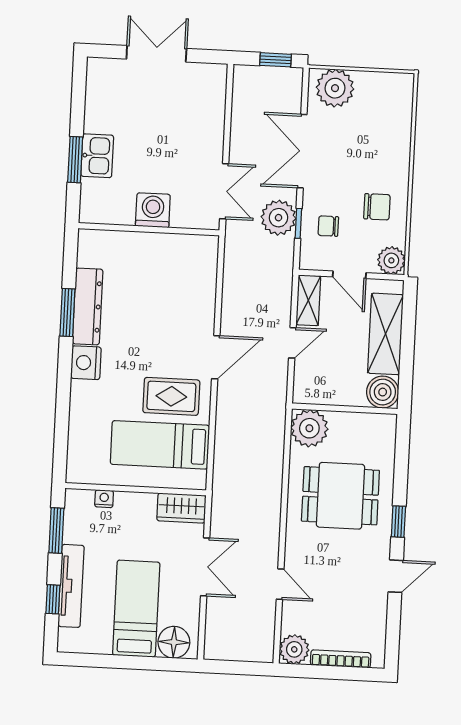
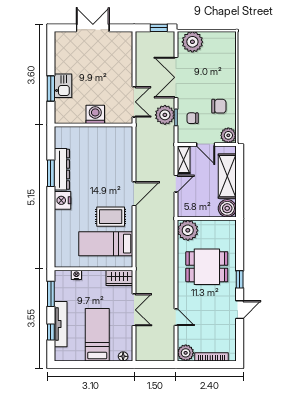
floor lamp: (174, 642) -> (123, 356), width x0.53, depth x0.53

